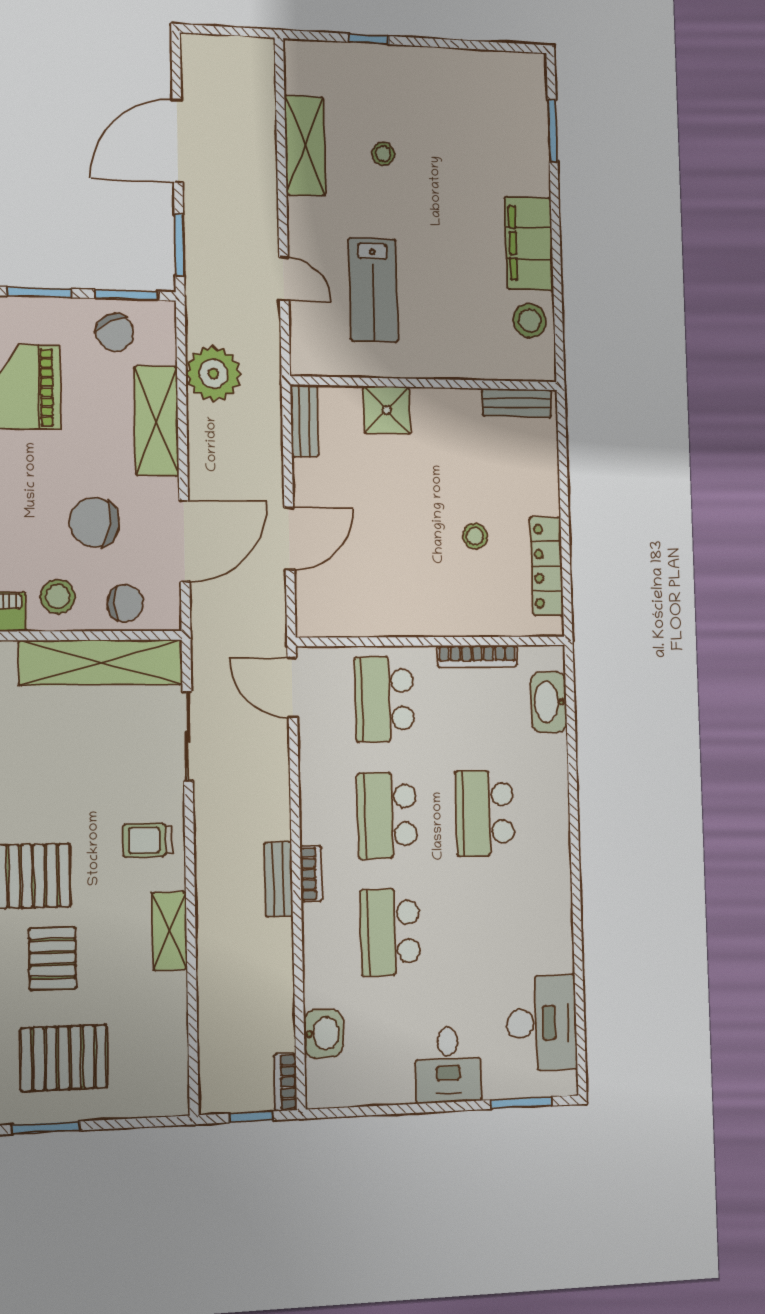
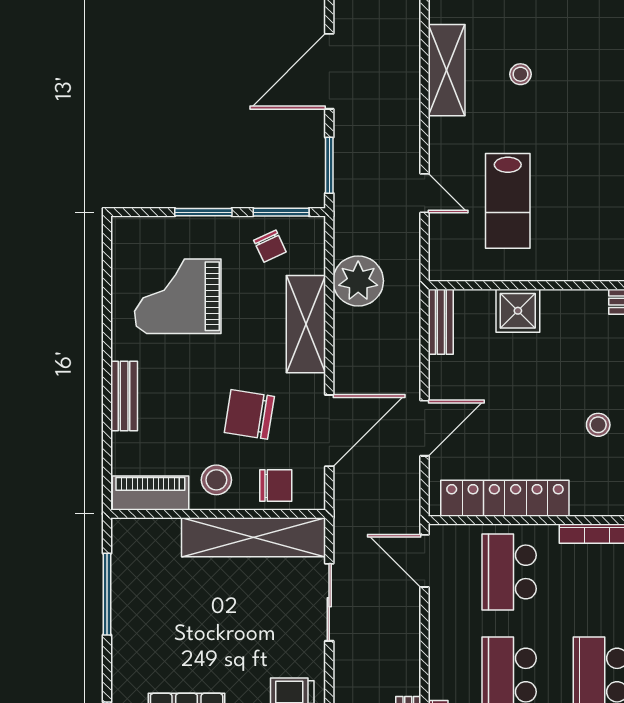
chair: (115, 332) -> (270, 246), width x0.73, depth x0.73
locker: (378, 617) -> (505, 498), added

